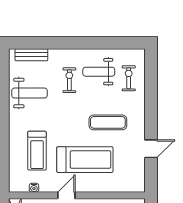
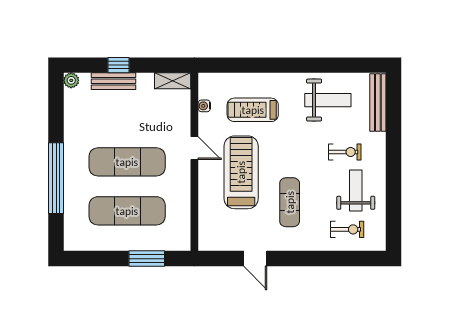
bench: (31, 55) -> (378, 103), width x1.36
weight bench: (30, 93) -> (328, 100), turned -90
treadmill: (85, 160) -> (241, 172), turned 180

